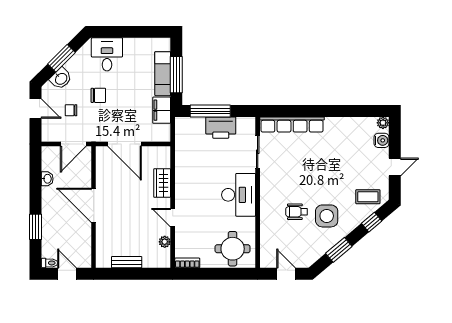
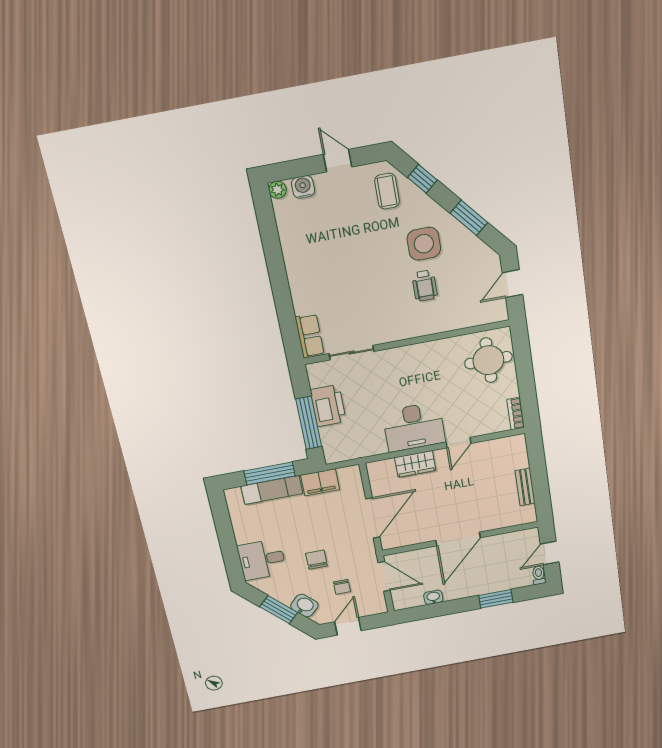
row of seats: (292, 125) -> (310, 336), width x0.50
desk: (239, 195) -> (414, 427), moved, turned 180
plant: (165, 242) -> (492, 446), removed

